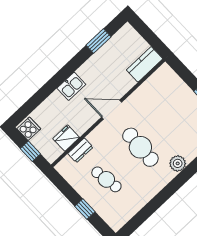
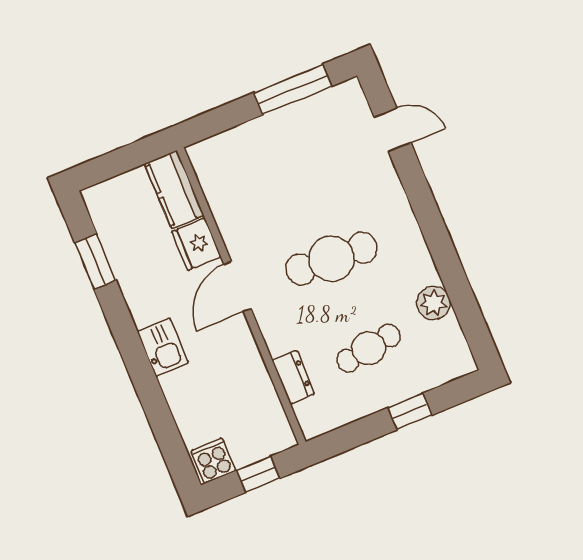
fridge: (66, 138) -> (196, 244), moved
plant: (178, 163) -> (433, 303), moved

